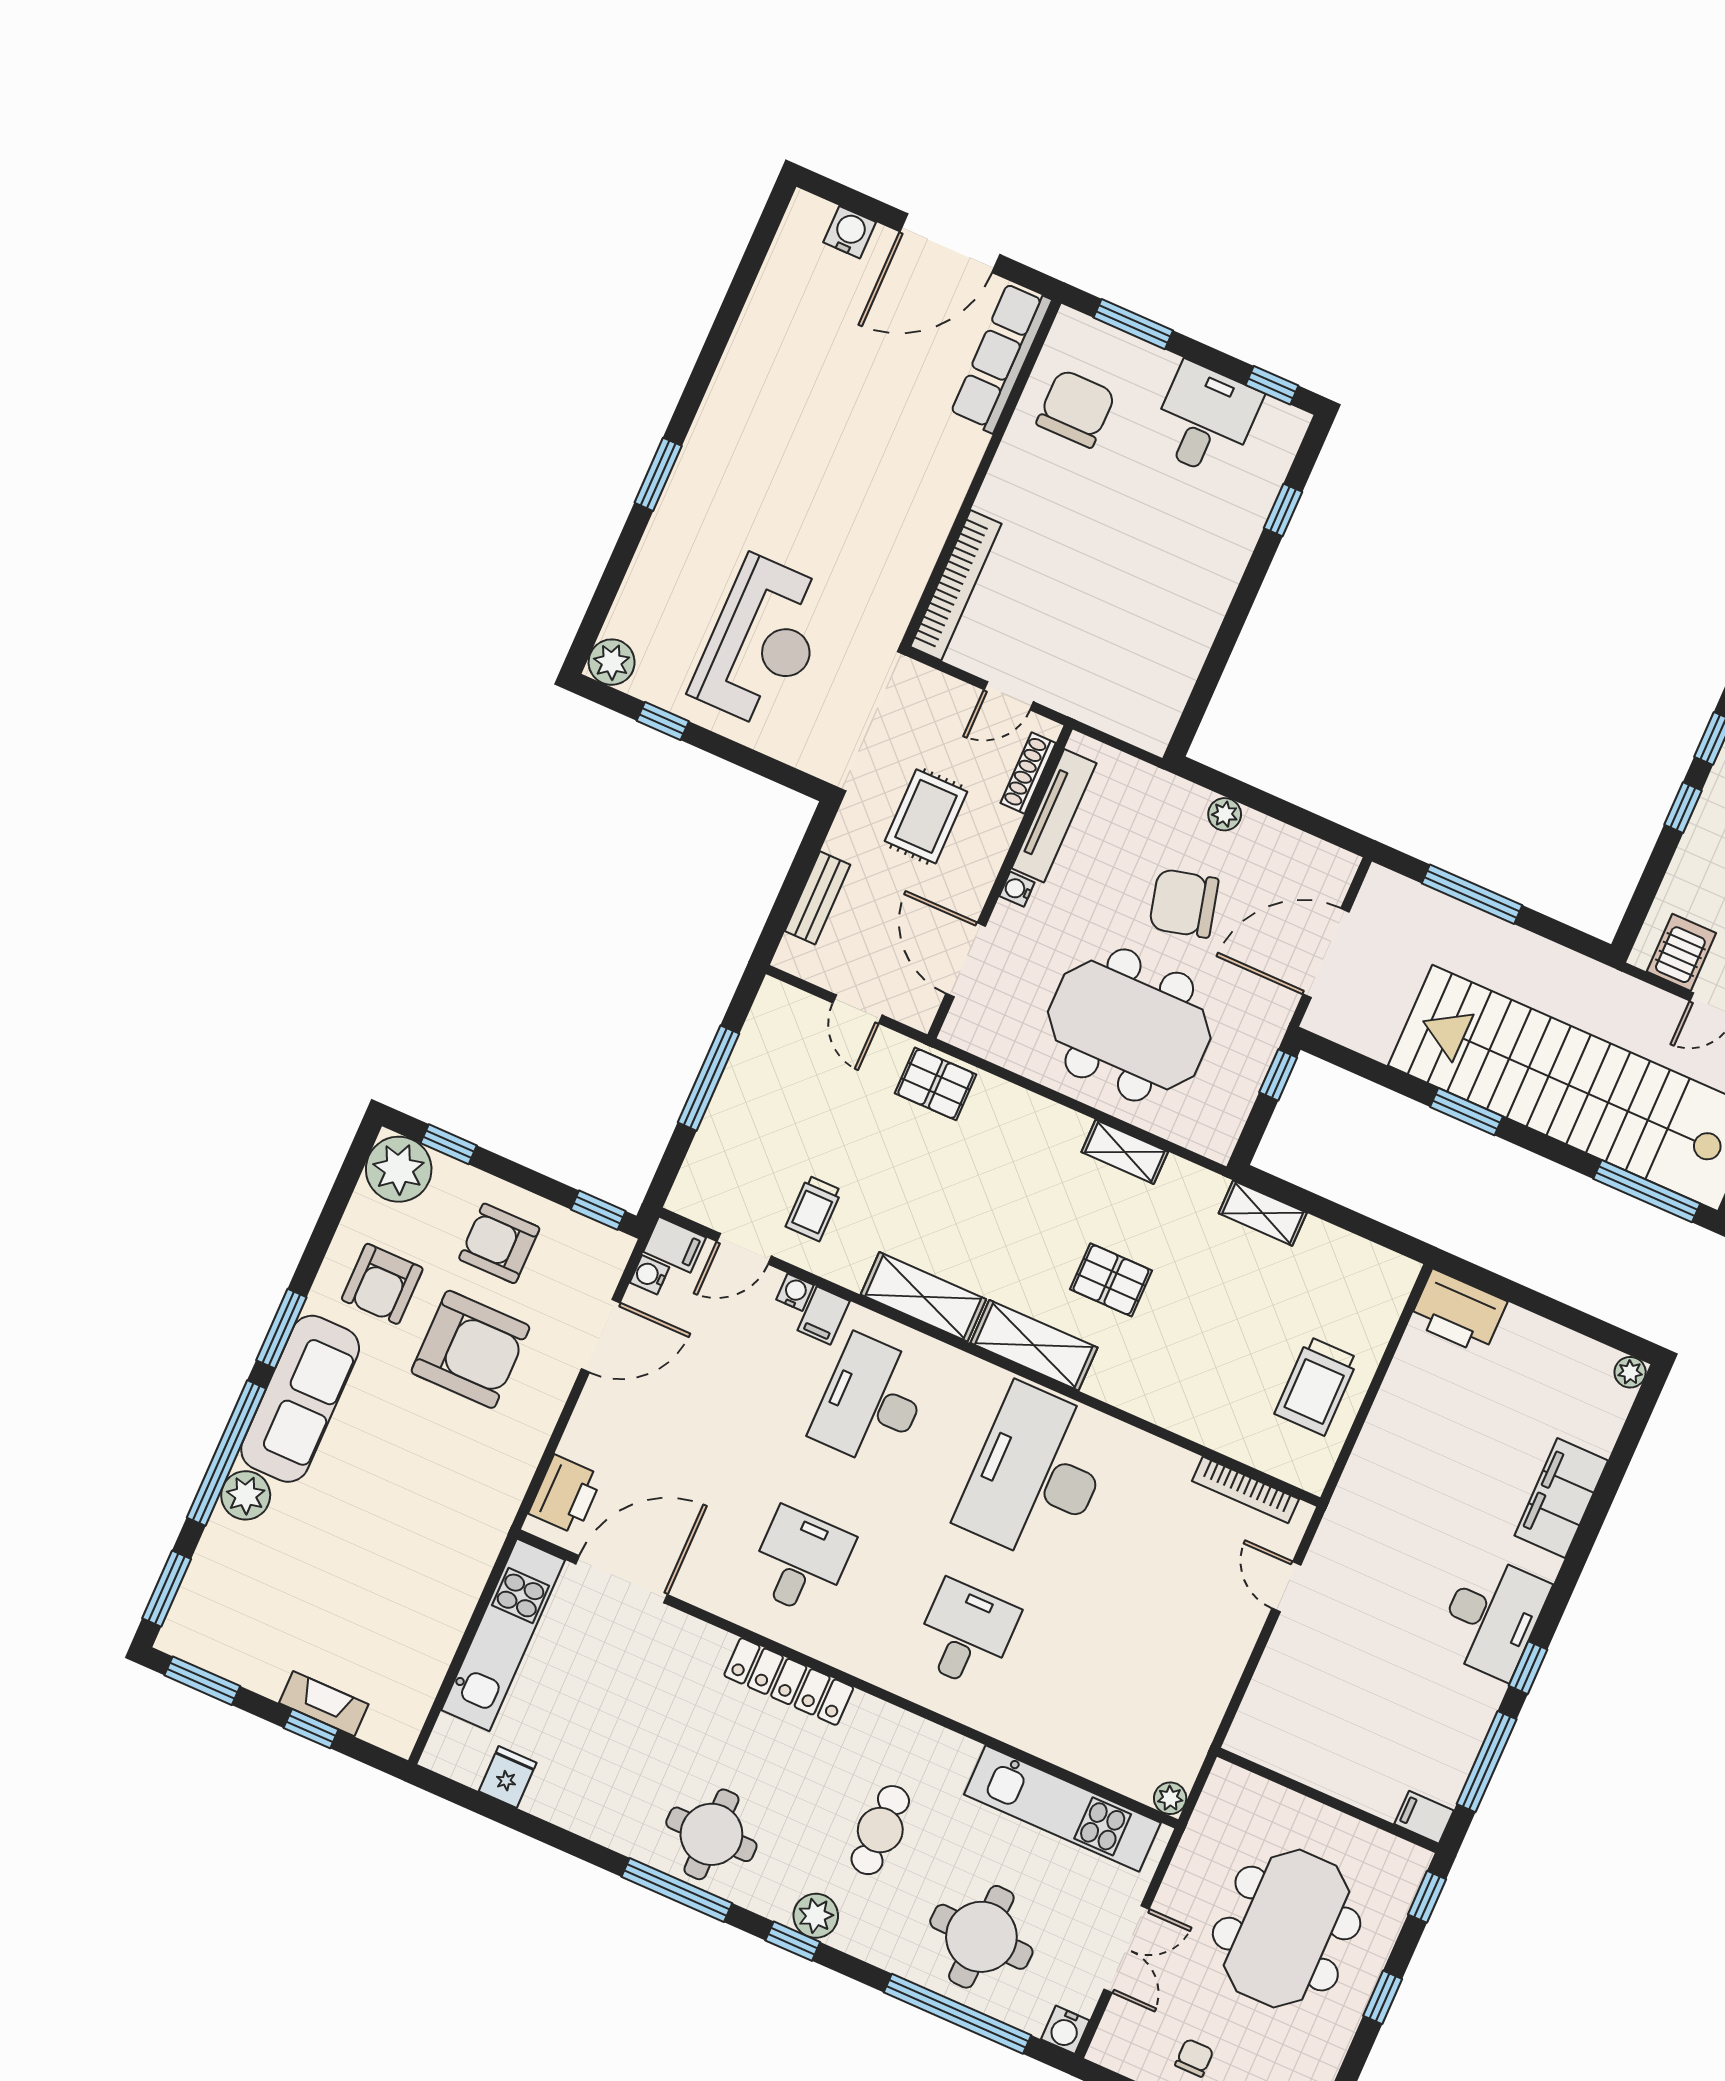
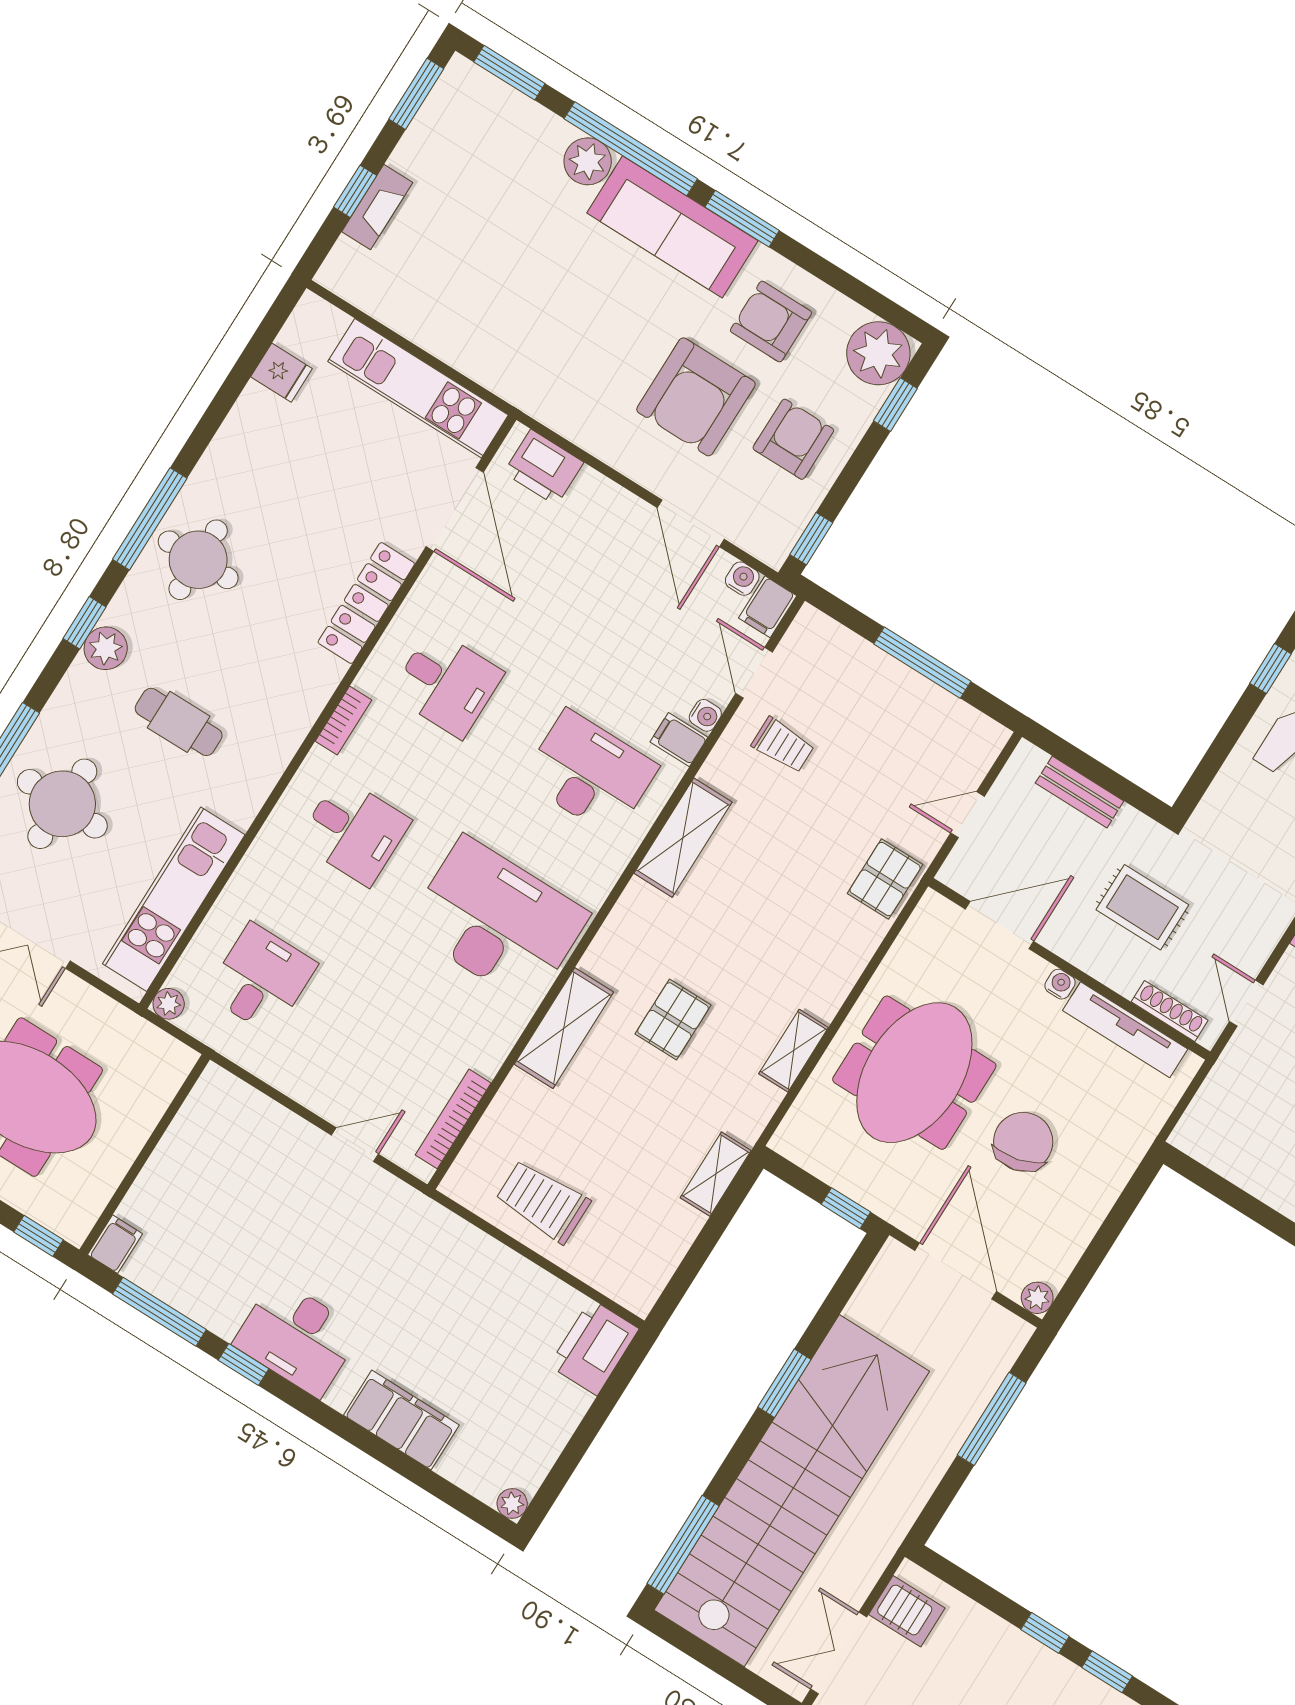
plant: (1225, 814) -> (1037, 1298), moved
trolley: (814, 1208) -> (783, 745), turned 180
shelving: (1034, 1345) -> (564, 1028), moved
bookcase: (854, 1662) -> (343, 721), added
locker: (789, 1682) -> (366, 603), moved
desk: (1131, 1707) -> (261, 979), added

